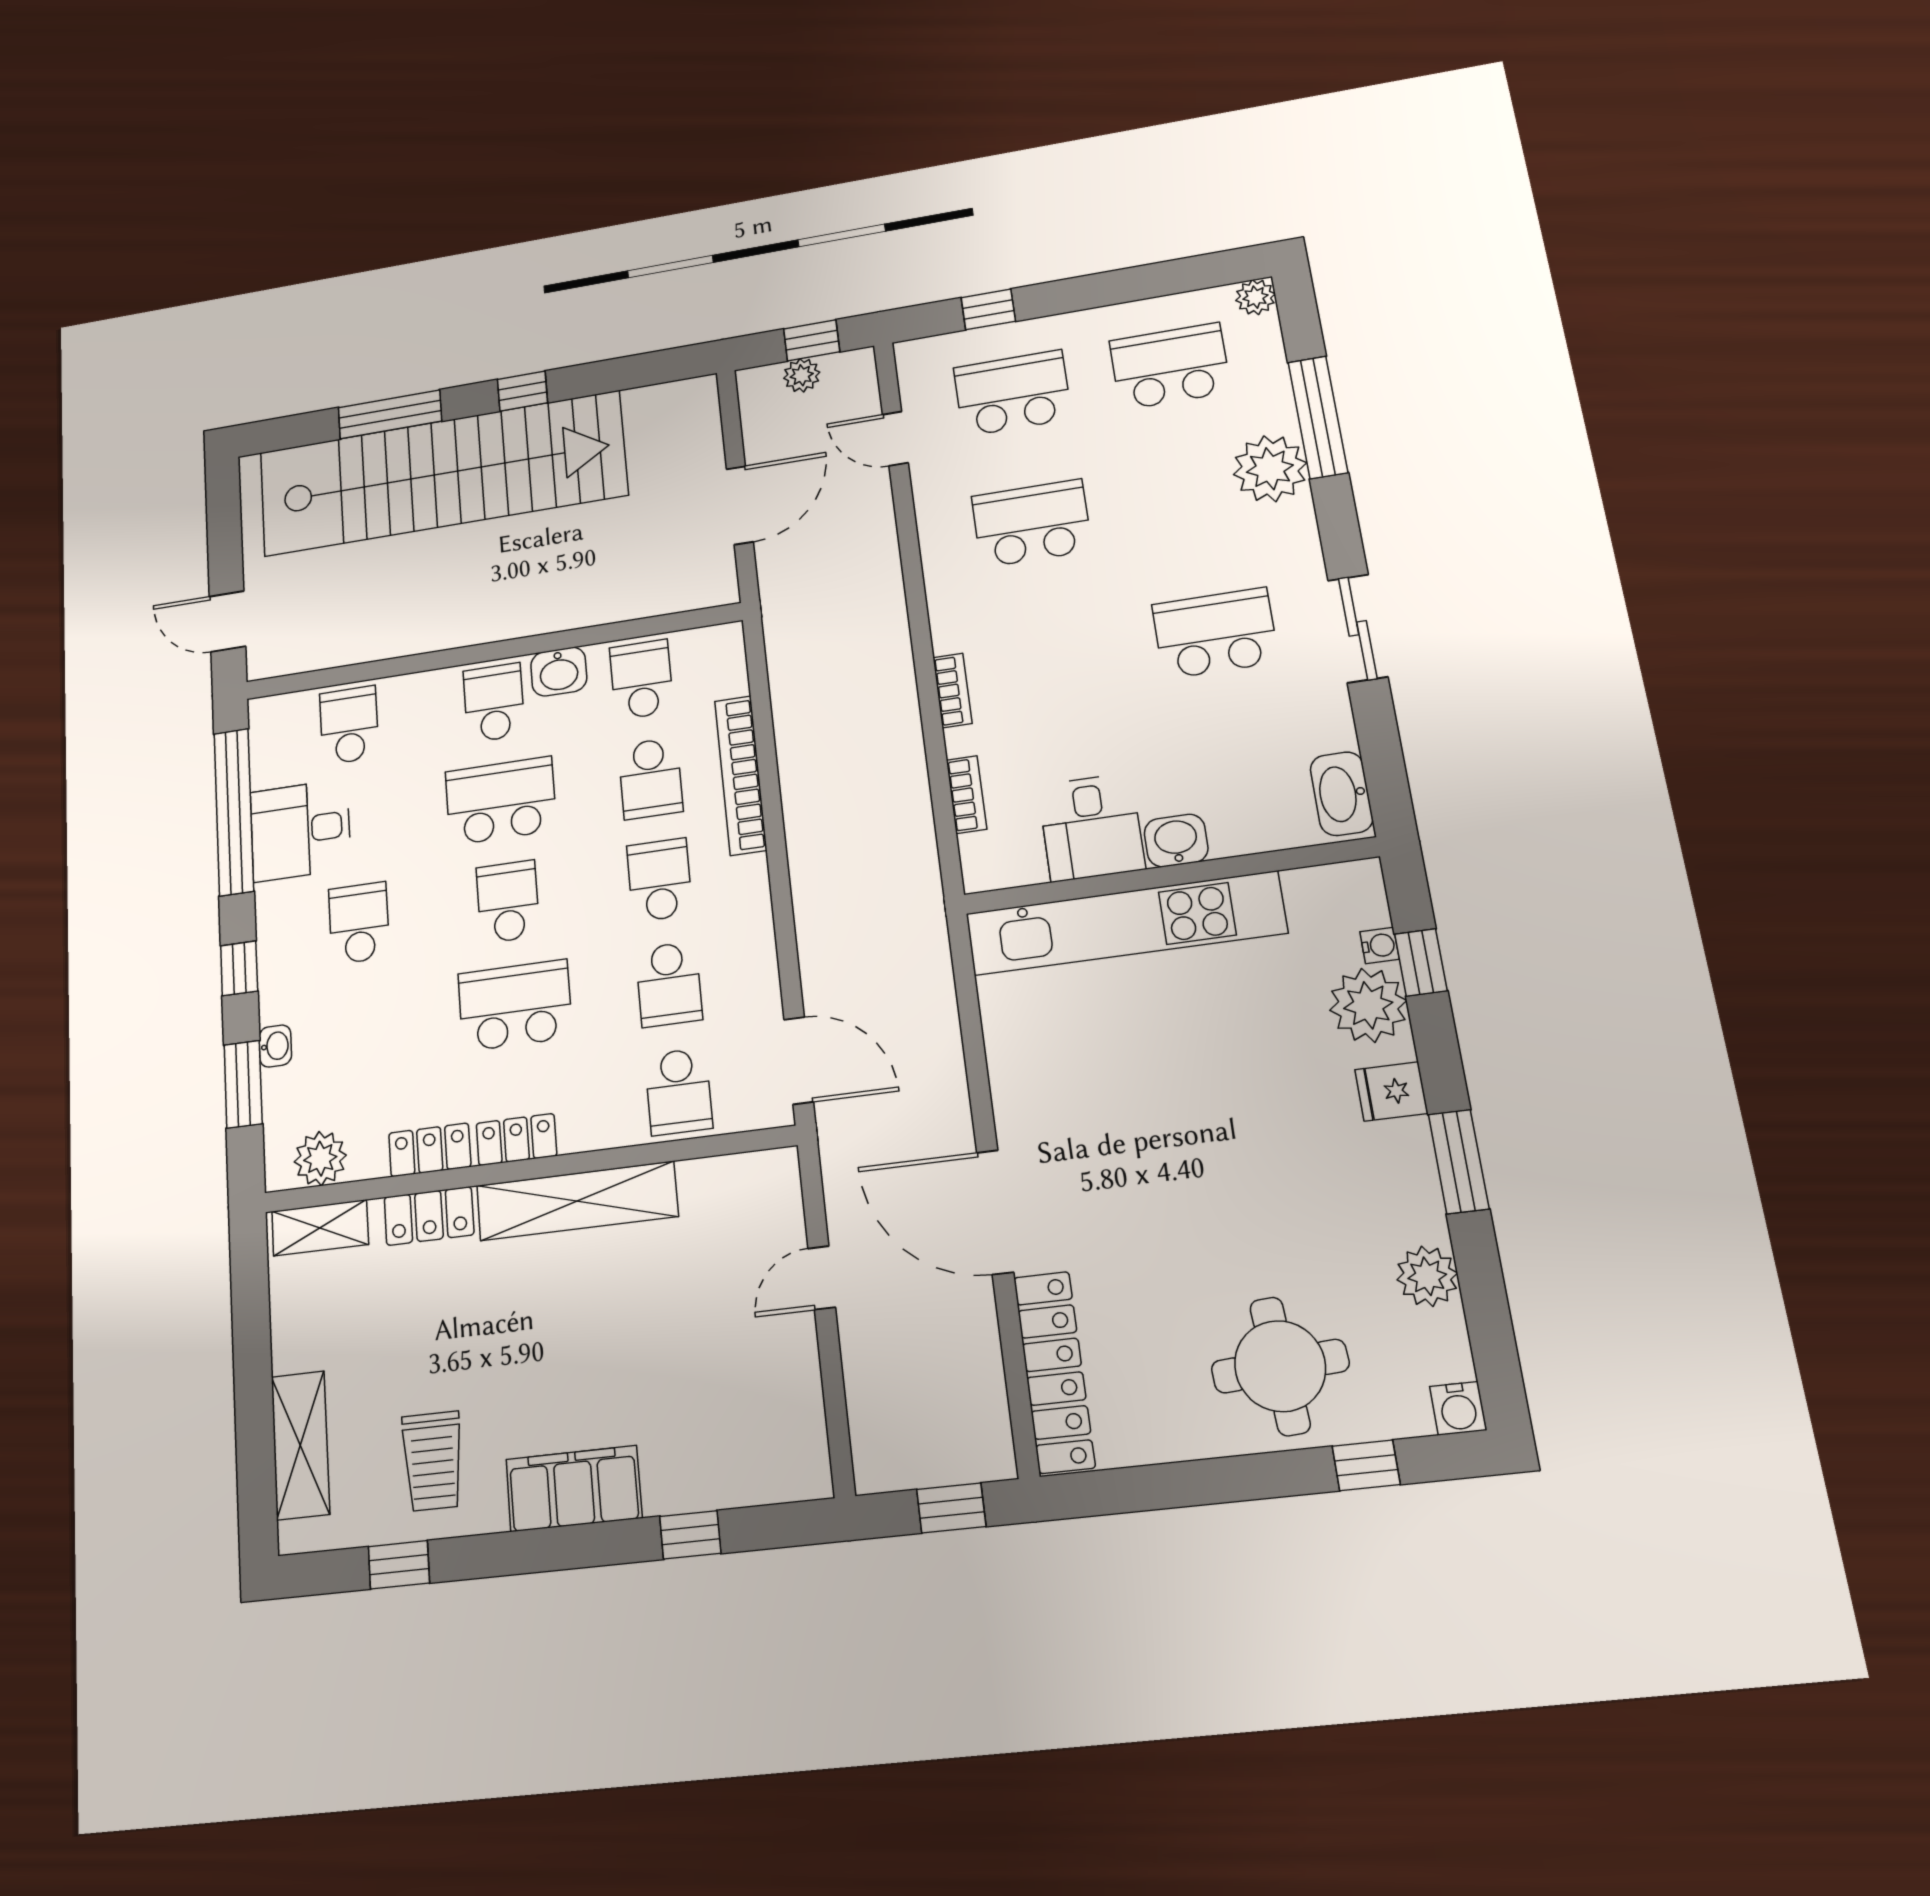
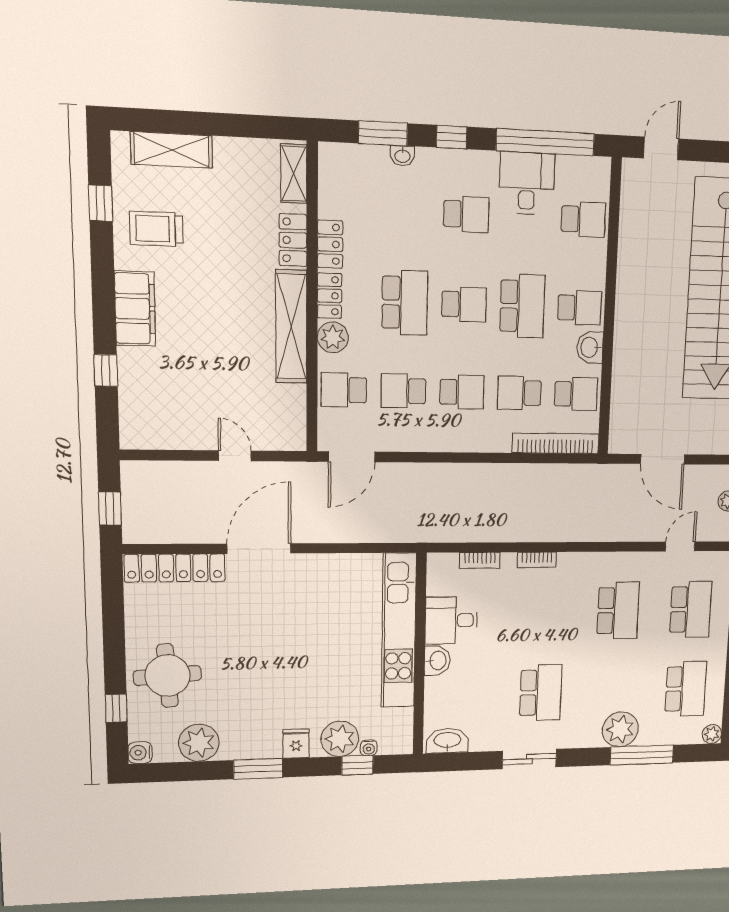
bookcase: (741, 775) -> (556, 443), moved
plant: (320, 1159) -> (333, 337), moved
plant: (1427, 1276) -> (199, 743), width x1.36, depth x1.36

